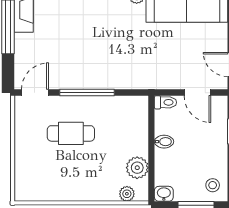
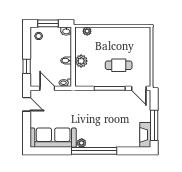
door: (35, 93) -> (139, 88), hinge flipped
plant: (137, 168) -> (81, 61), moved

